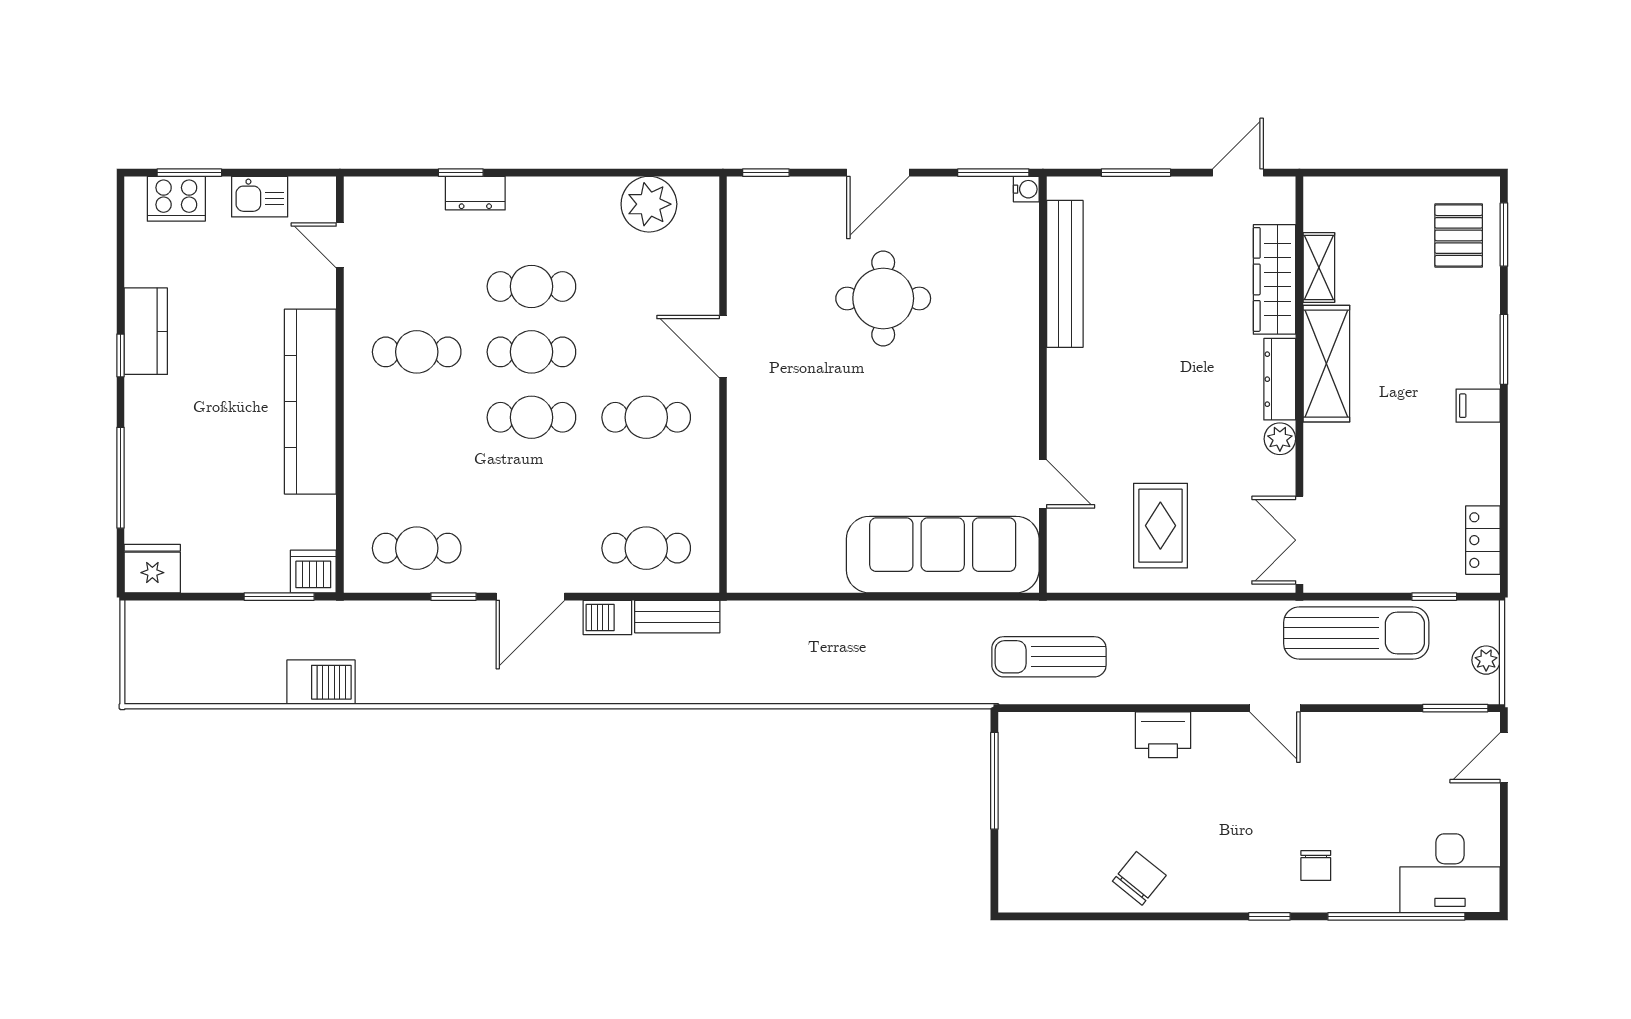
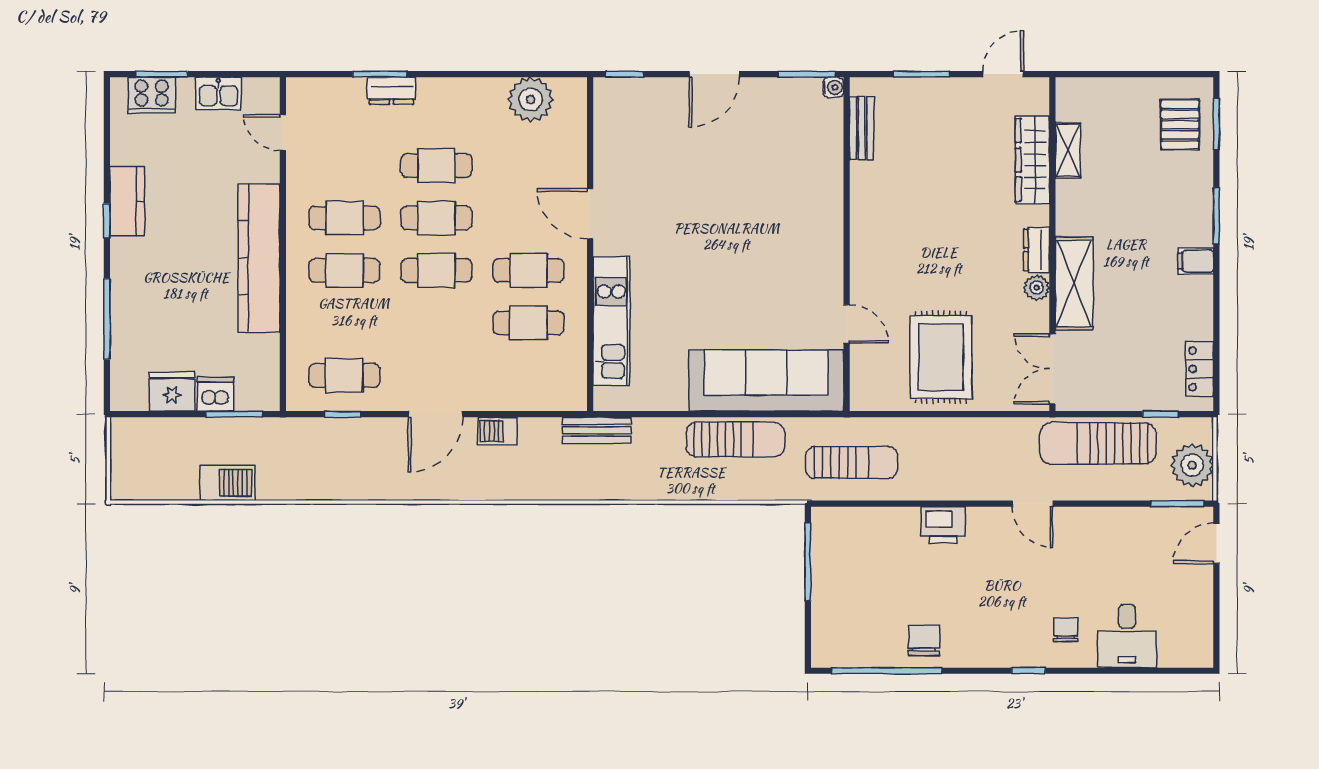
window: (461, 173) -> (380, 74), width x1.50
bench: (1065, 274) -> (862, 128), width x0.54, depth x0.82
round table: (883, 298) -> (719, 175), removed
shelving: (1326, 364) -> (1074, 284), moved
dresser: (1280, 379) -> (1037, 250), width x0.70
cafe table: (417, 417) -> (344, 270), added
kitchen unit: (749, 481) -> (611, 321), added
rug: (1160, 526) -> (941, 357), width x1.36, depth x1.43
cafe table: (646, 548) -> (528, 323), moved
fridge: (152, 569) -> (172, 392), moved
dishwasher: (313, 571) -> (215, 394), moved
window: (453, 597) -> (342, 414), moved
bench: (677, 617) -> (597, 430), moved
sun lounger: (904, 628) -> (735, 440), added
sun lounger: (1356, 633) -> (1098, 443), turned 180
sun lounger: (1049, 657) -> (852, 463), turned 180
plant: (1486, 660) -> (1192, 465), width x1.88, depth x1.88
barbecue: (321, 682) -> (227, 483), moved
chair: (1316, 865) -> (1066, 630), turned 180
desk: (1450, 873) -> (1127, 636), moved, width x0.73
chair: (1139, 878) -> (924, 640), turned -39
window: (1396, 916) -> (887, 671), moved

